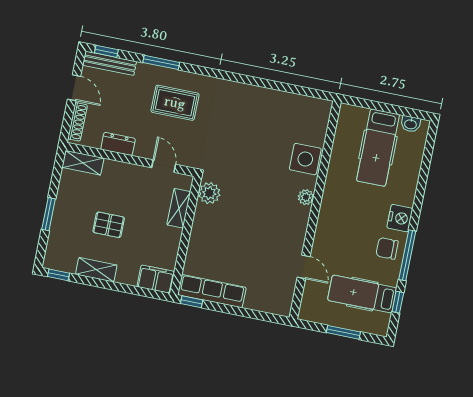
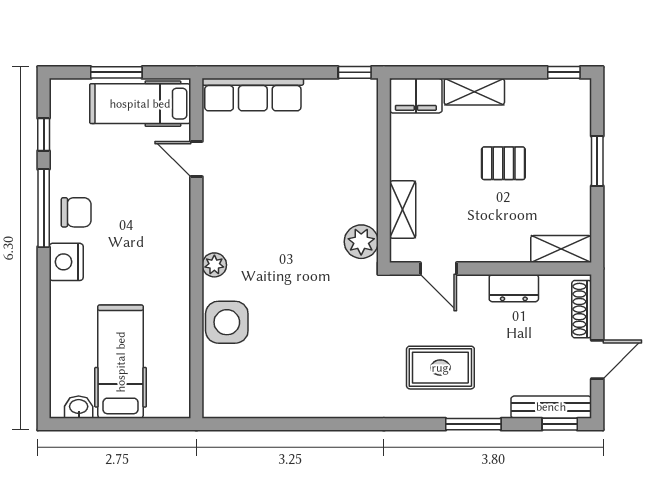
door: (74, 88) -> (597, 360), swing flipped
shelving: (96, 270) -> (474, 92), moved
row of seats: (212, 291) -> (253, 95), moved
hospital bed: (362, 294) -> (140, 104), moved, turned 180

